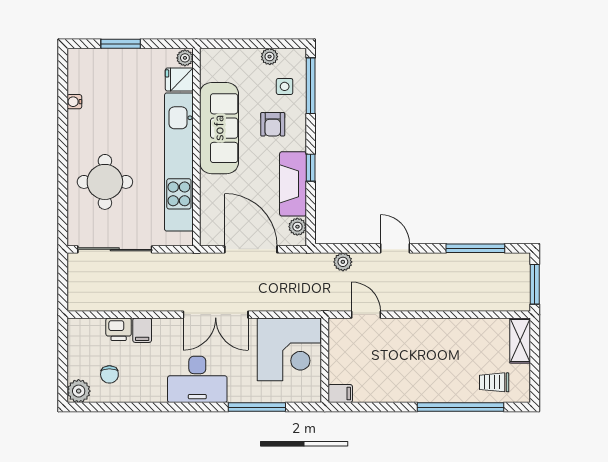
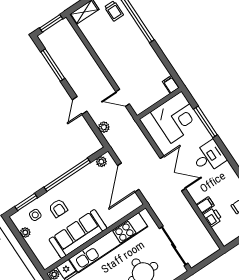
window: (311, 86) -> (26, 202), width x0.69
armchair: (273, 124) -> (58, 208), turned 90
window: (311, 168) -> (67, 175), width x3.17
fireplace: (293, 184) -> (81, 178), removed
door: (366, 315) -> (123, 98), hinge flipped
corner desk: (289, 349) -> (176, 117), moved, turned 90
desk: (197, 379) -> (209, 157), width x0.73

